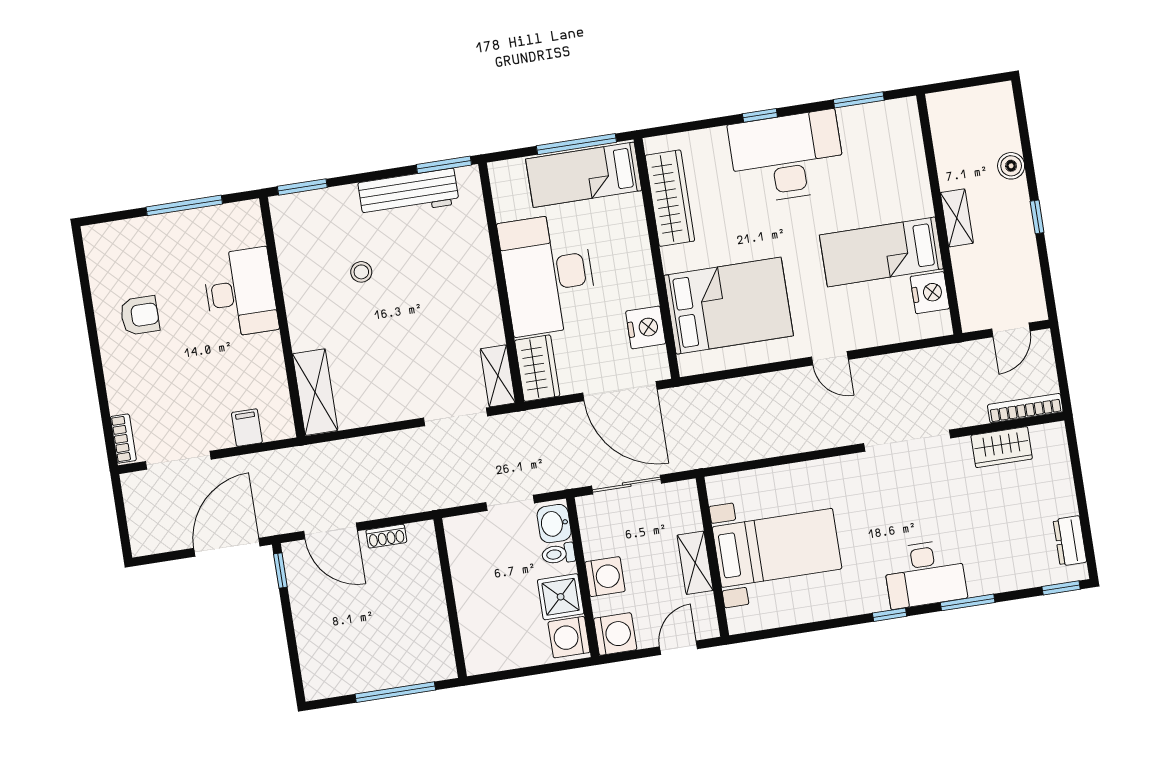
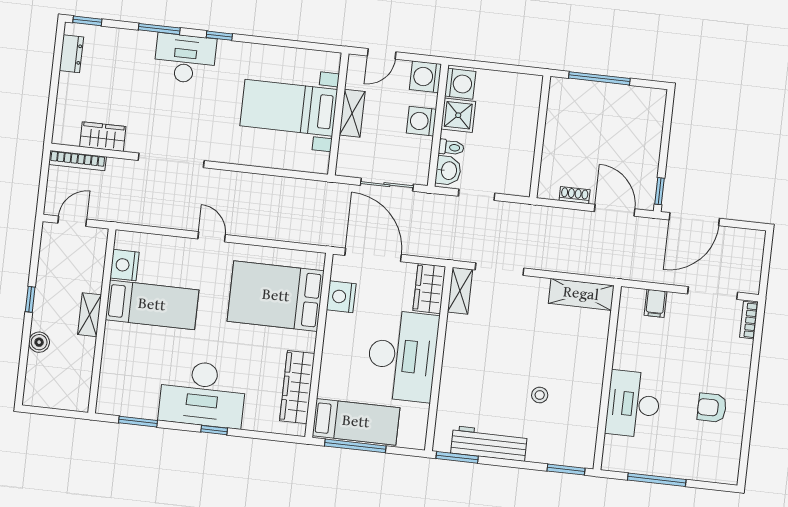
shelving: (315, 392) -> (581, 294), moved, turned 90

